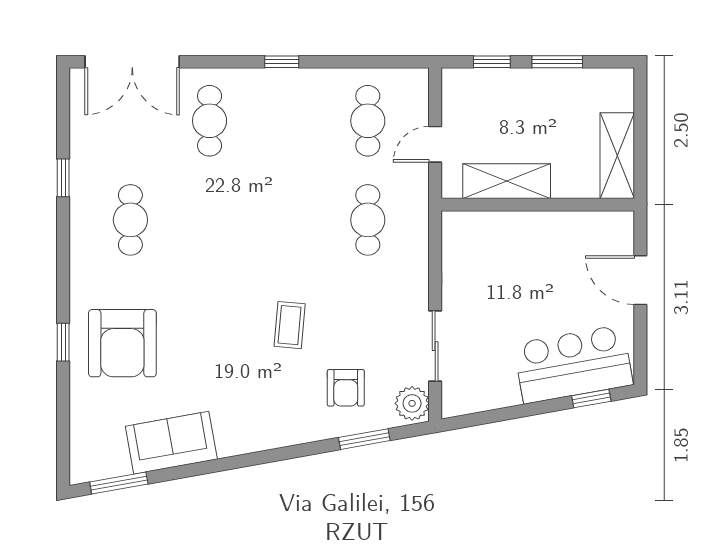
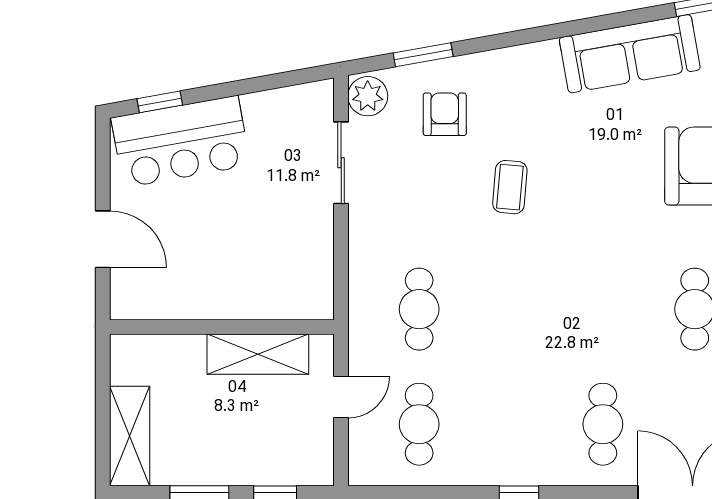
shelving: (617, 156) -> (130, 436), moved
sofa: (171, 443) -> (630, 54), width x1.36

